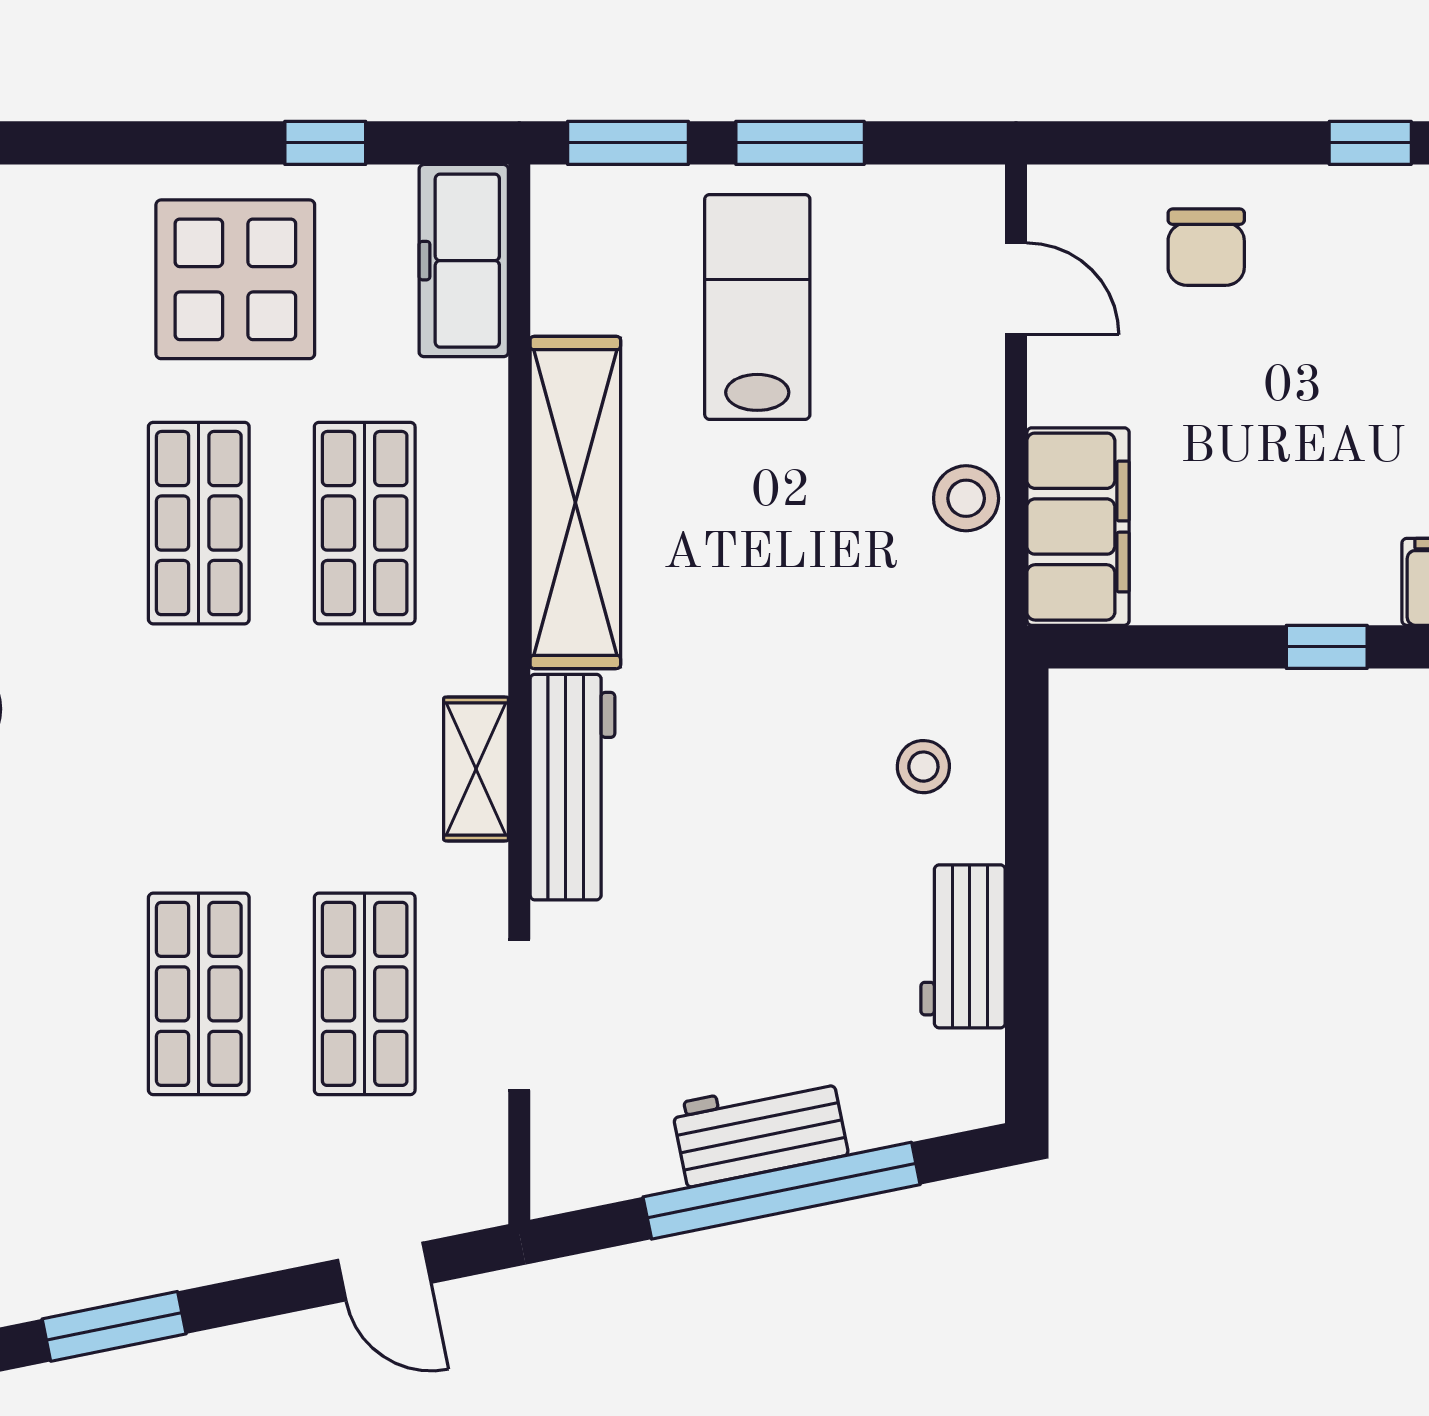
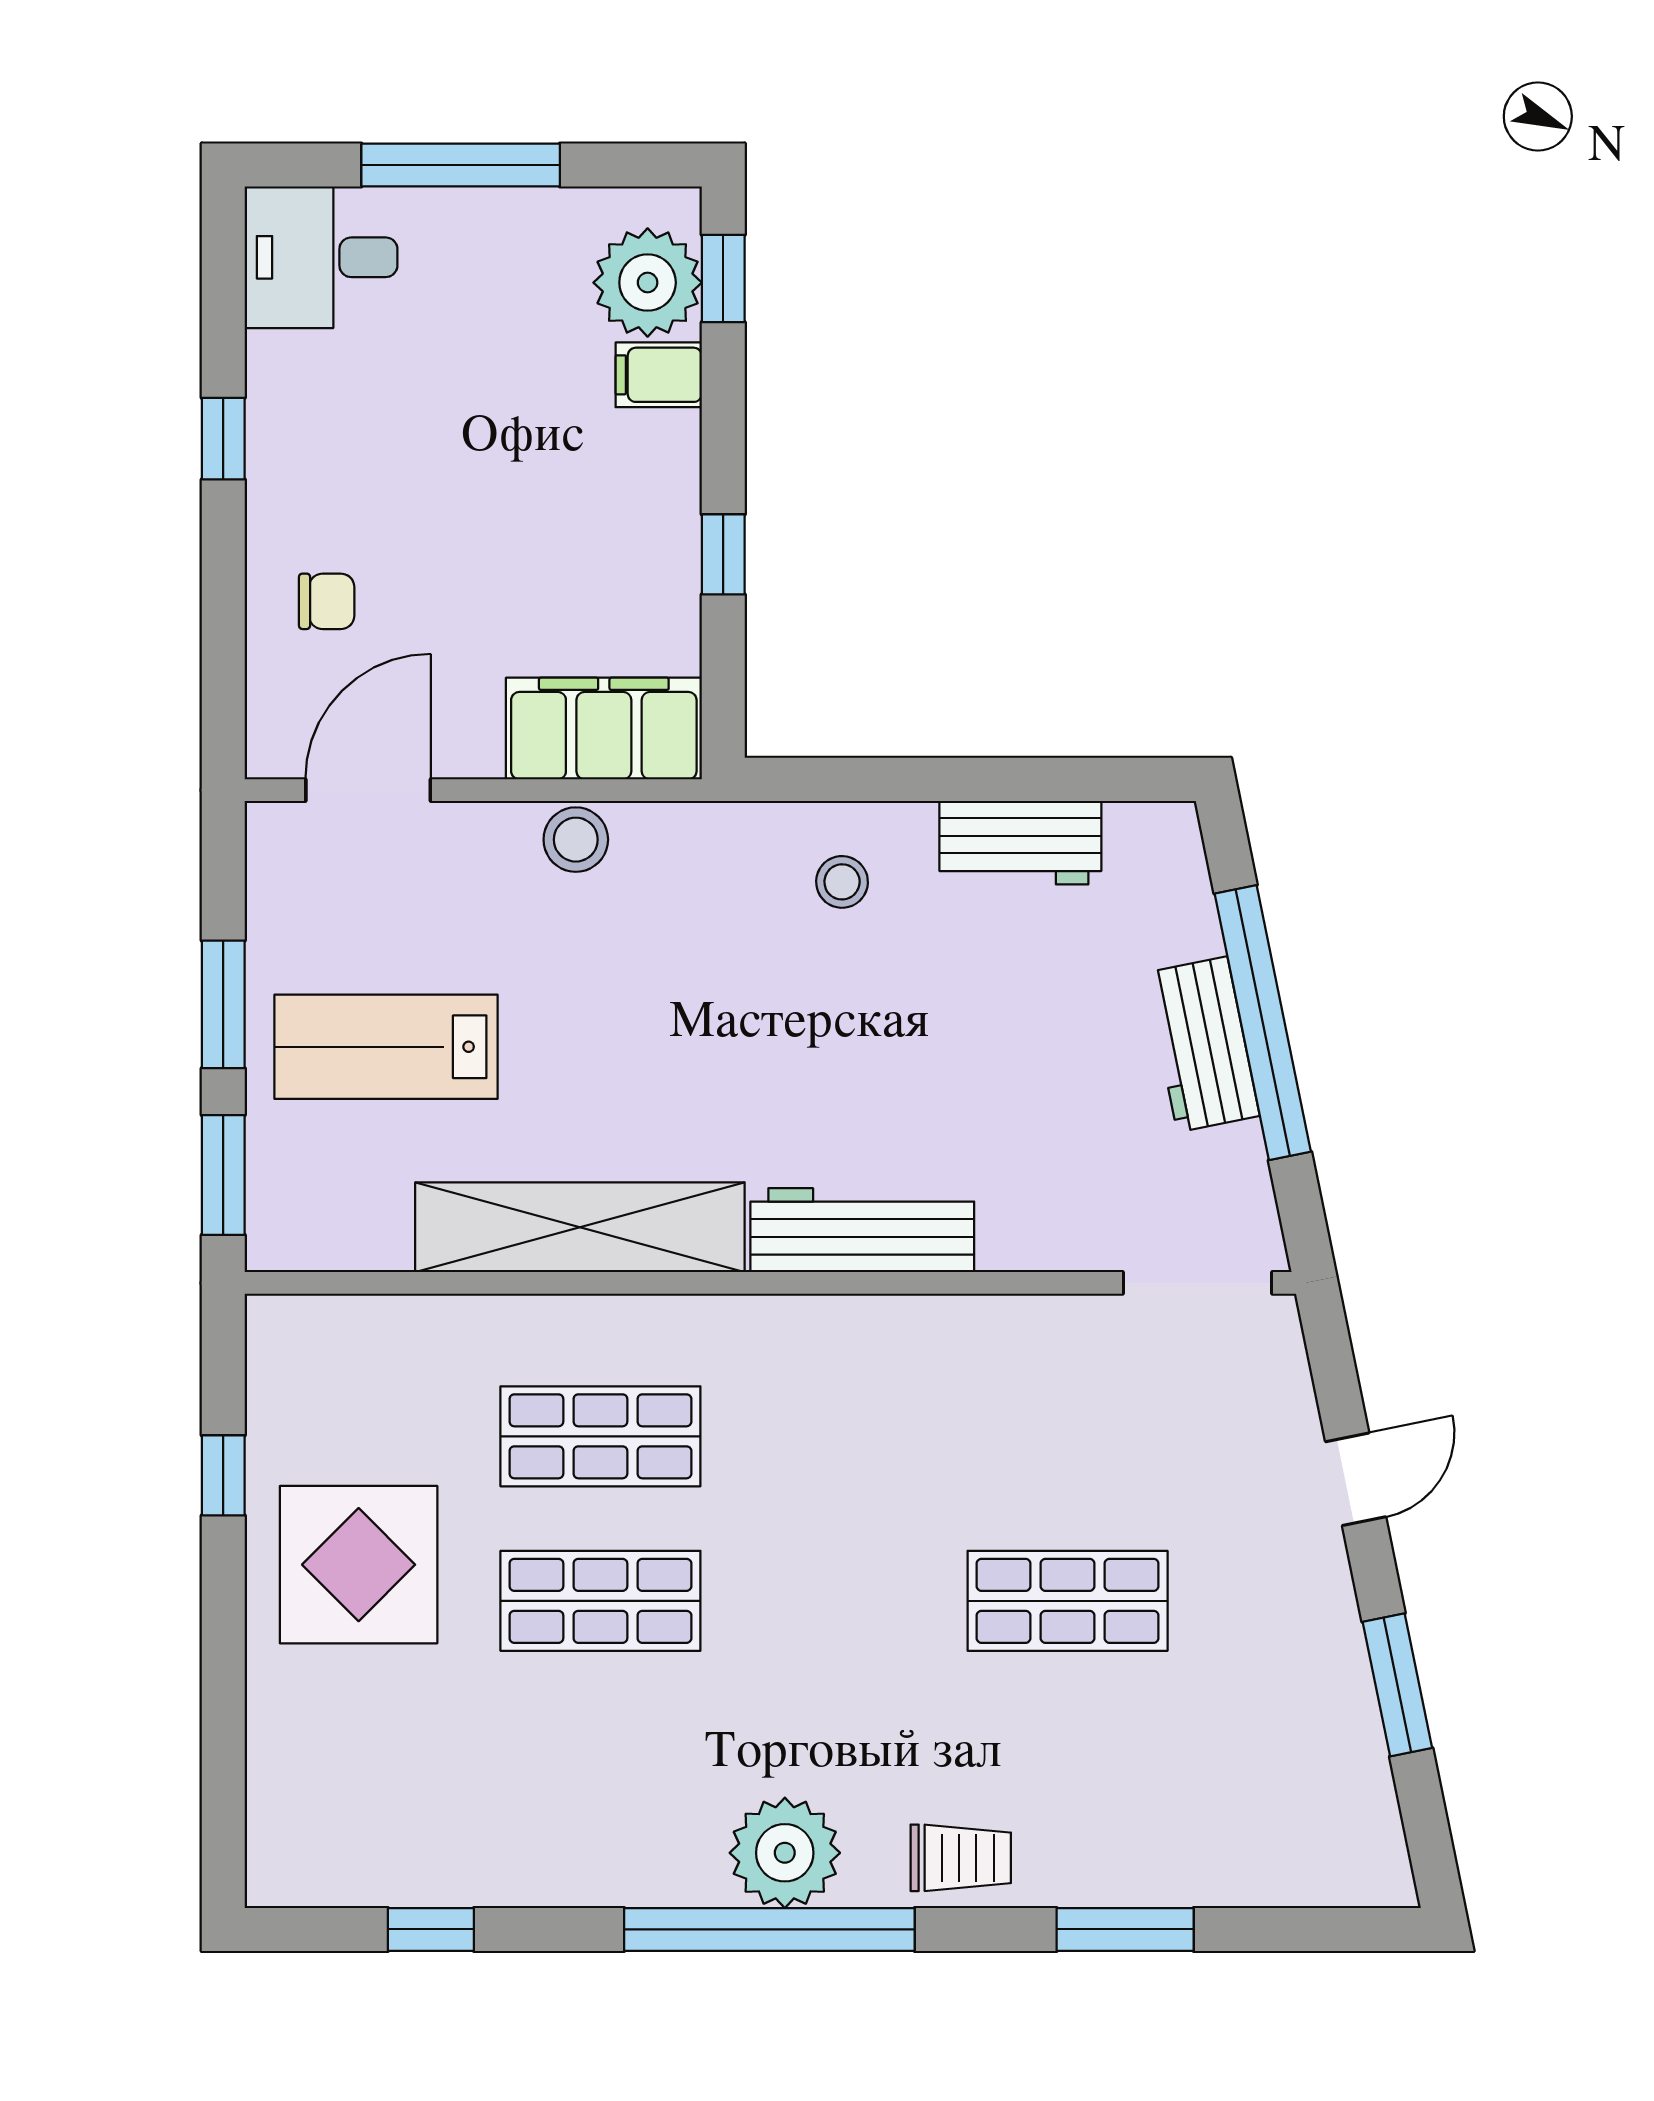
chair: (1206, 247) -> (327, 601), width x0.73, depth x0.73
freezer: (464, 261) -> (340, 1338), removed
door: (1016, 289) -> (368, 790), width x1.38
window: (1327, 647) -> (723, 554), moved
shelving: (476, 769) -> (844, 1326), removed
shop shelf: (365, 994) -> (1068, 1436), removed
doorway: (519, 1015) -> (1197, 1283), moved
door: (384, 1271) -> (1356, 1479), moved

